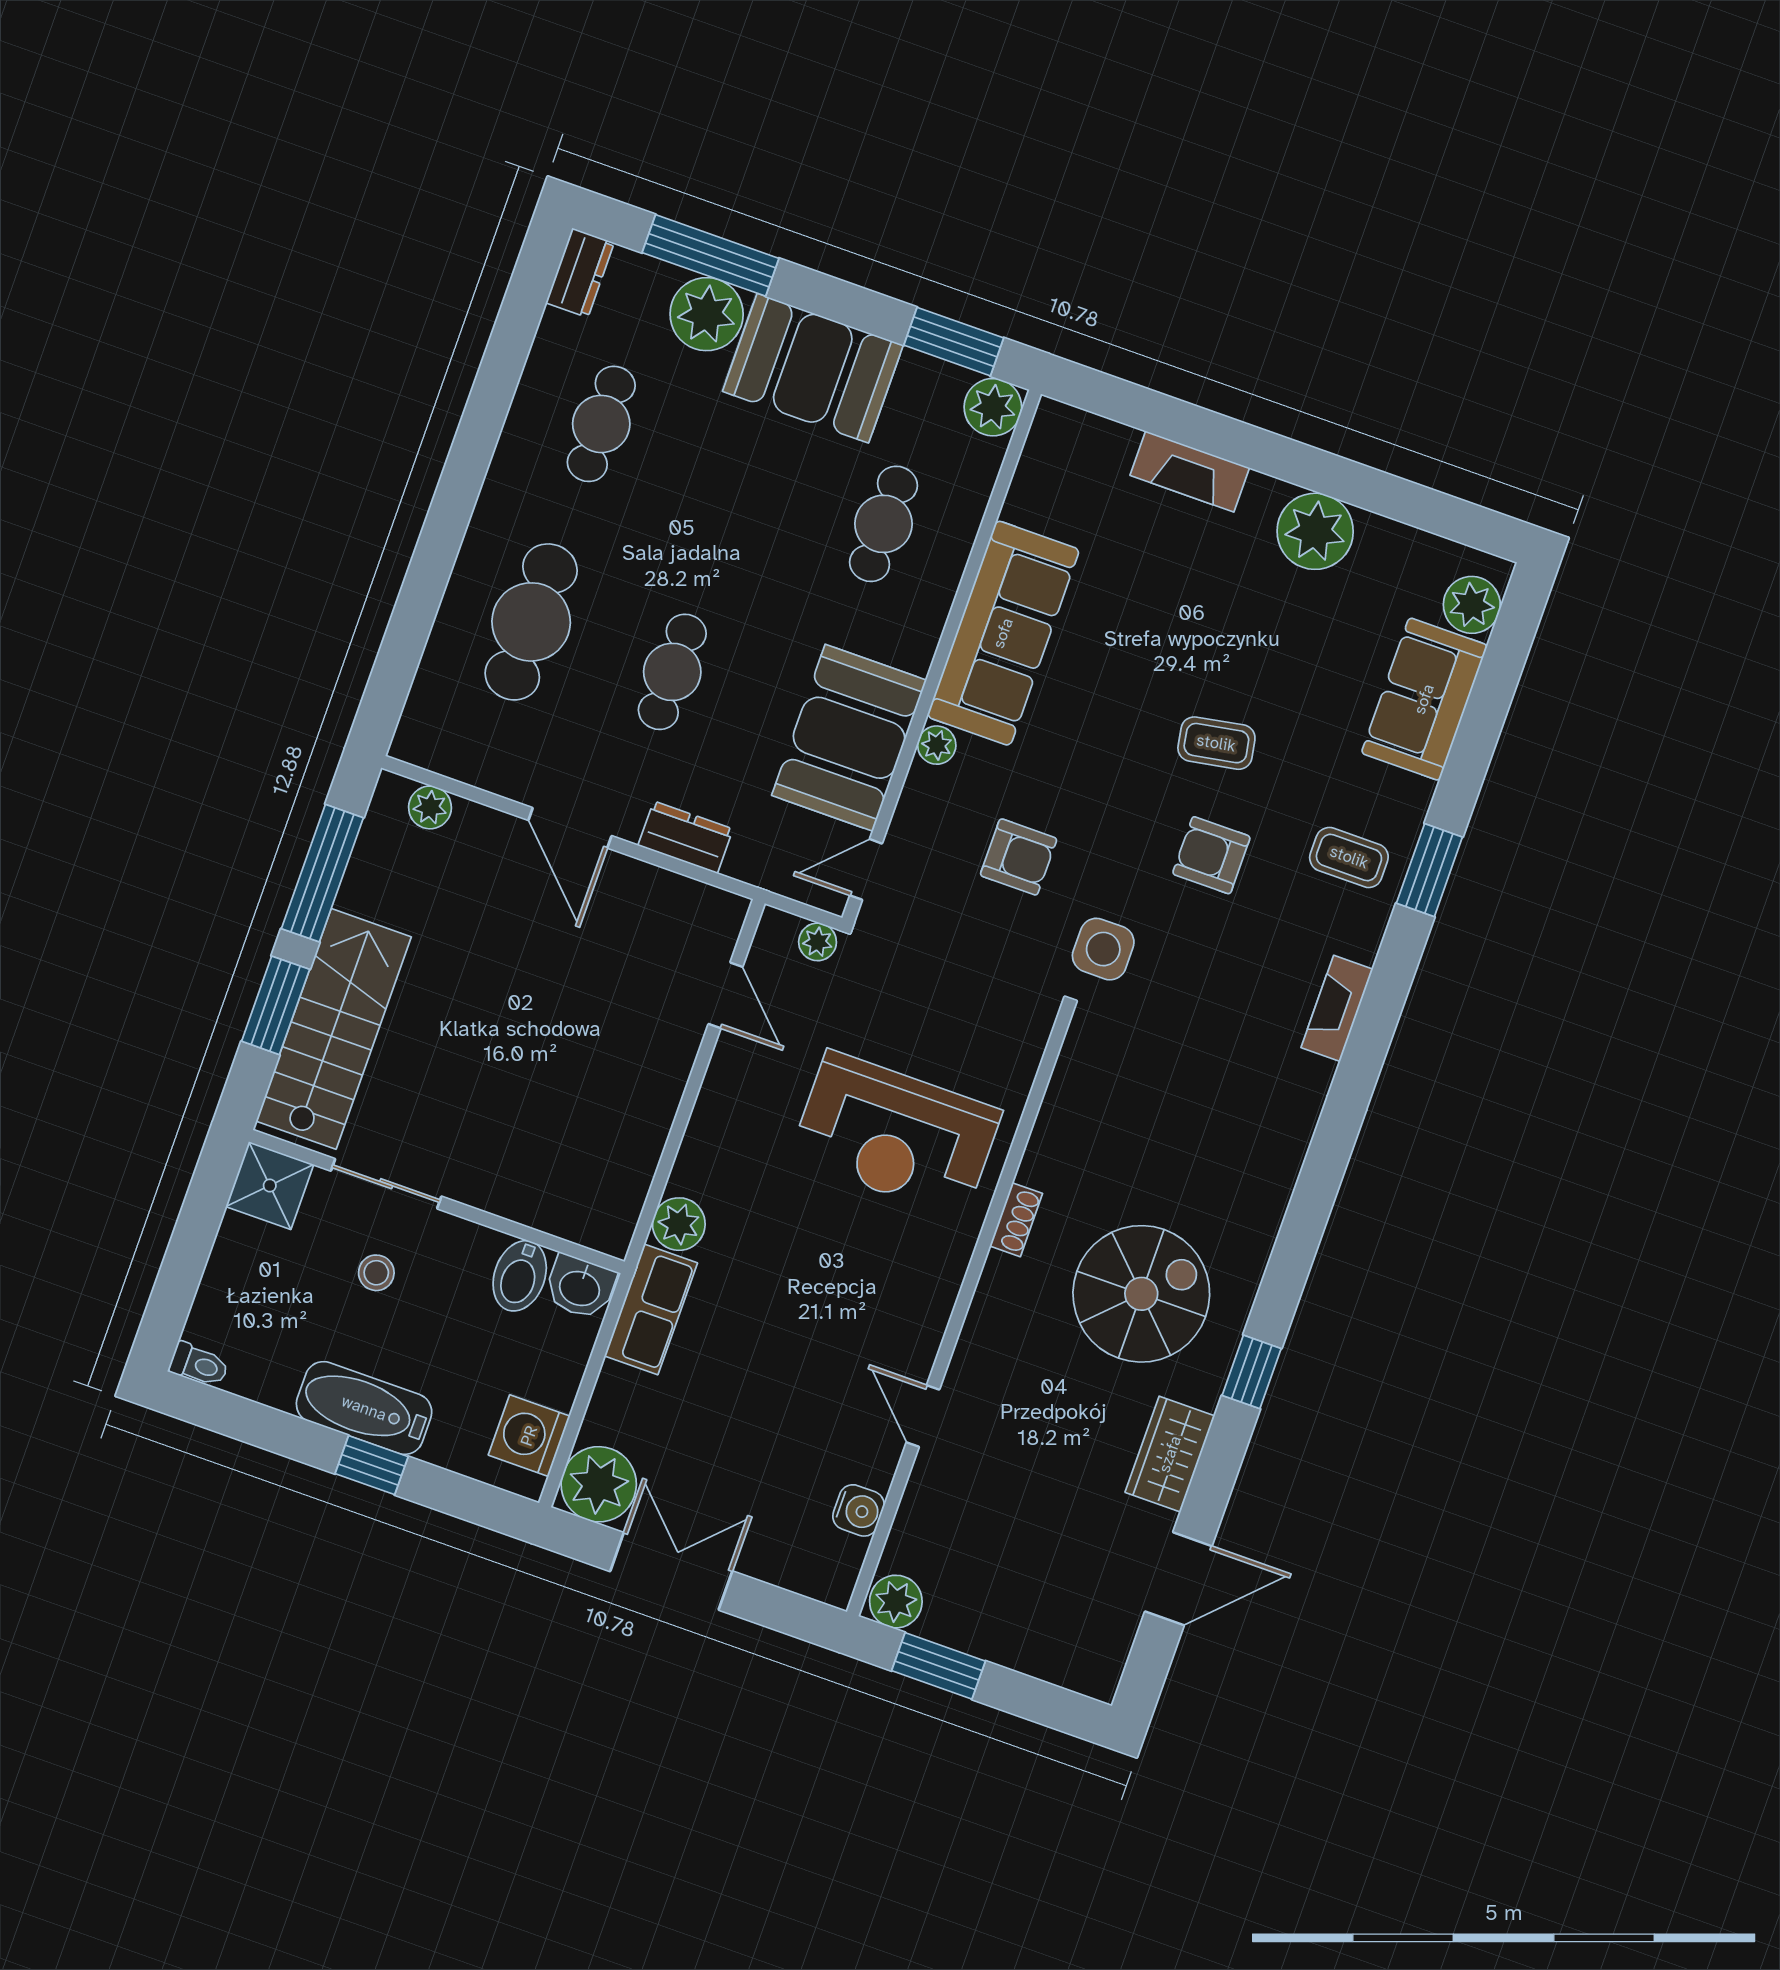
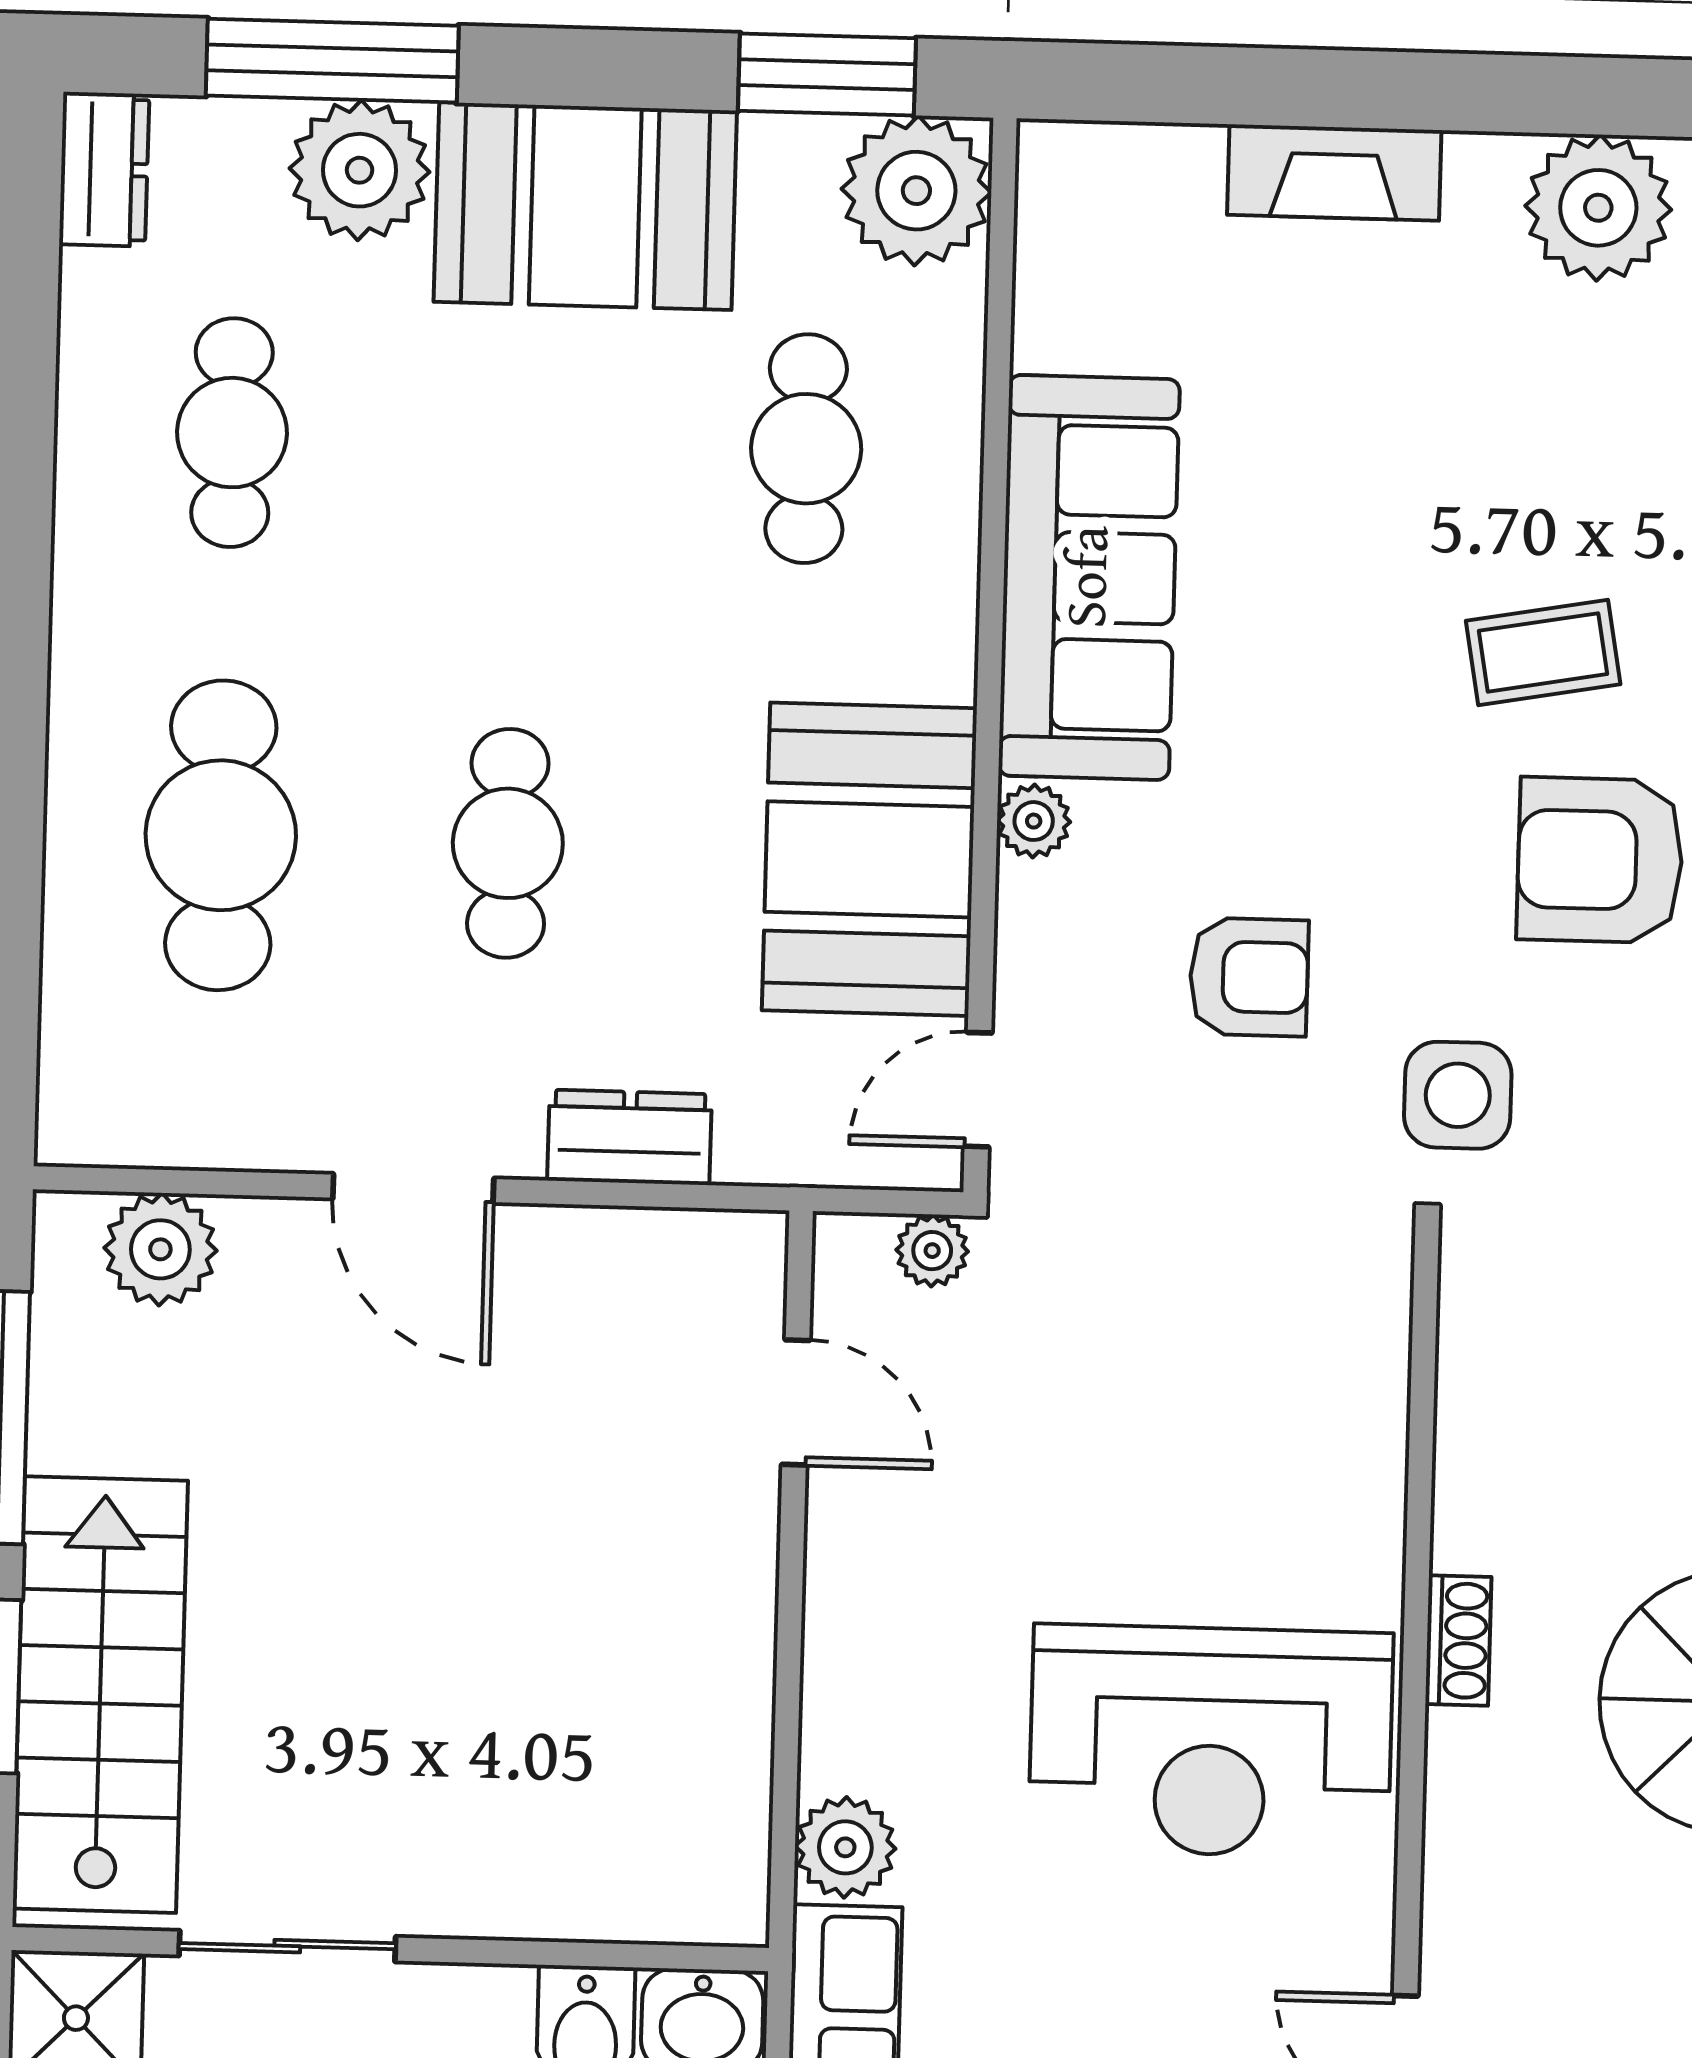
plant: (993, 407) -> (916, 191), width x1.36, depth x1.36
plant: (430, 807) -> (160, 1249), width x1.38, depth x1.38
armchair: (1211, 855) -> (1600, 860), width x1.38, depth x1.38
reception desk: (896, 1135) -> (1211, 1741), moved

